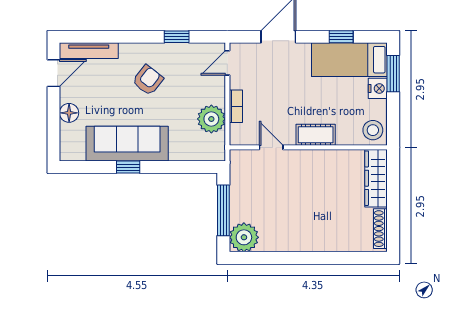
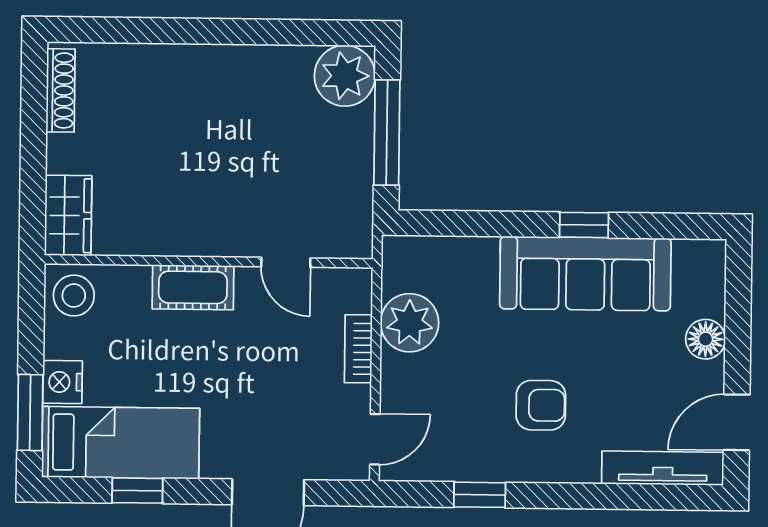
armchair: (148, 80) -> (541, 405), turned -128
wardrobe: (376, 178) -> (68, 215), width x0.67

